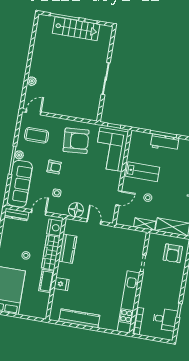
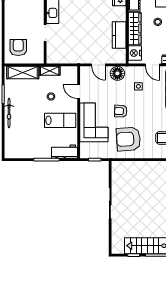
workbench: (165, 143) -> (65, 152), moved
corner sofa: (111, 149) -> (94, 122), moved
armchair: (54, 167) -> (121, 111), moved
lab bench: (143, 172) -> (60, 120), turned 180
door: (119, 198) -> (79, 92), hinge flipped
door: (39, 212) -> (152, 65), hinge flipped

